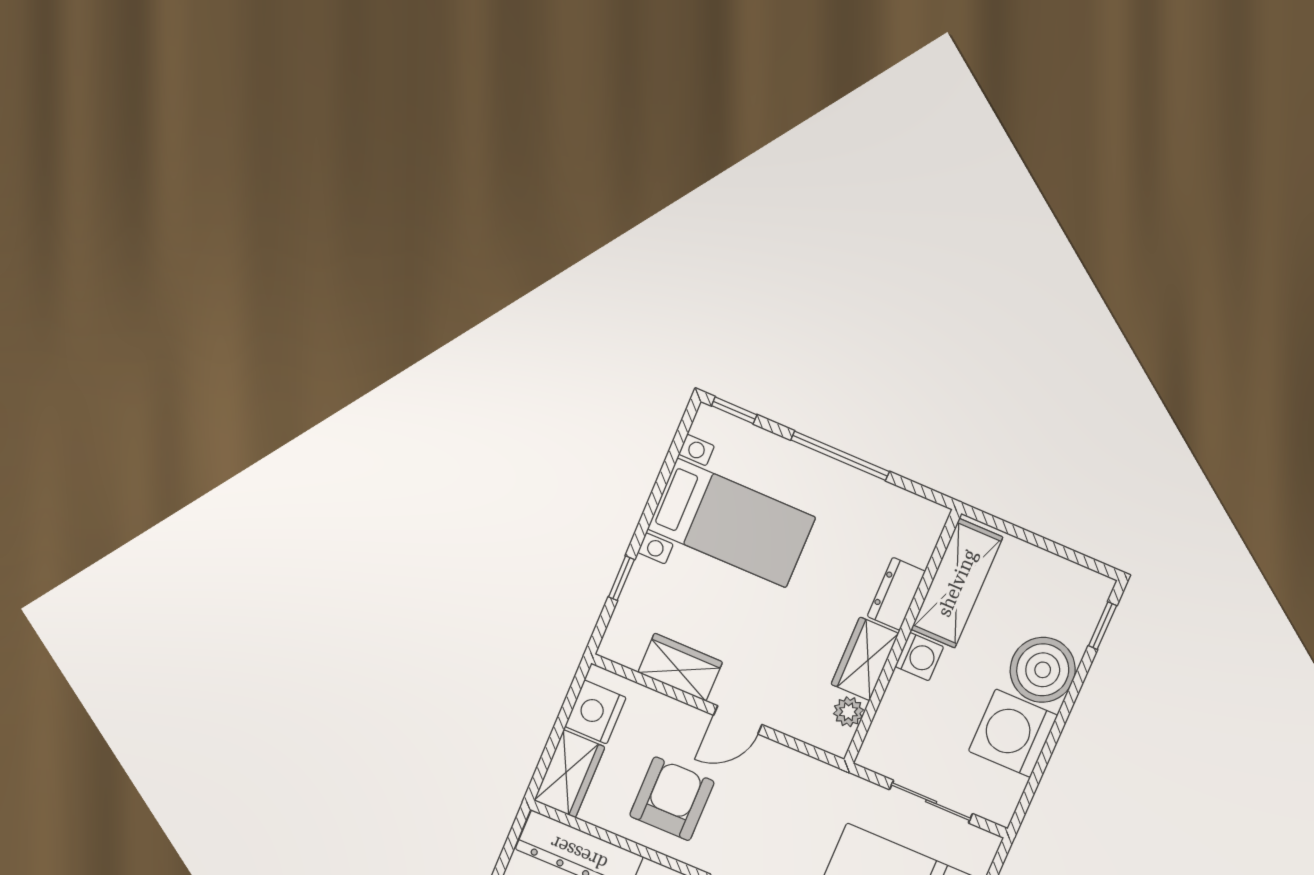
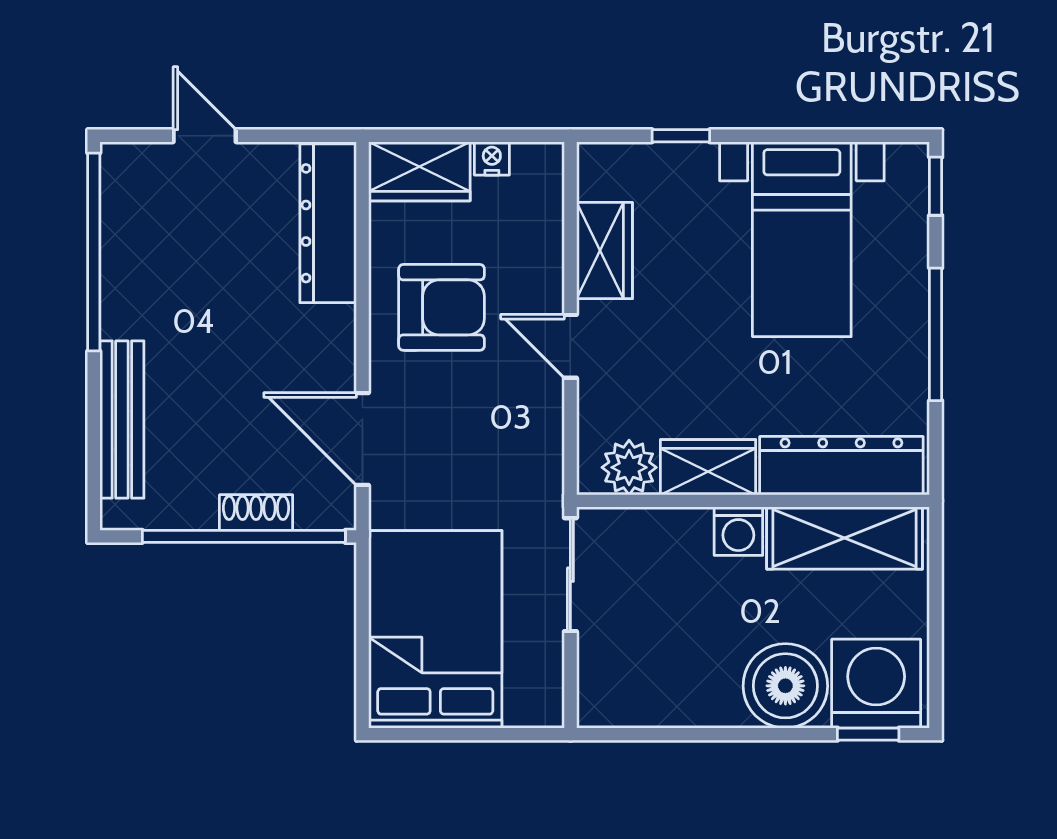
dresser: (896, 594) -> (841, 466), width x1.96, depth x1.24
nightstand: (595, 712) -> (492, 158), width x0.53, depth x0.56
plant: (848, 712) -> (629, 467), width x1.38, depth x1.38
washing machine: (1013, 733) -> (876, 684), moved
sliding door: (931, 802) -> (570, 575), moved

